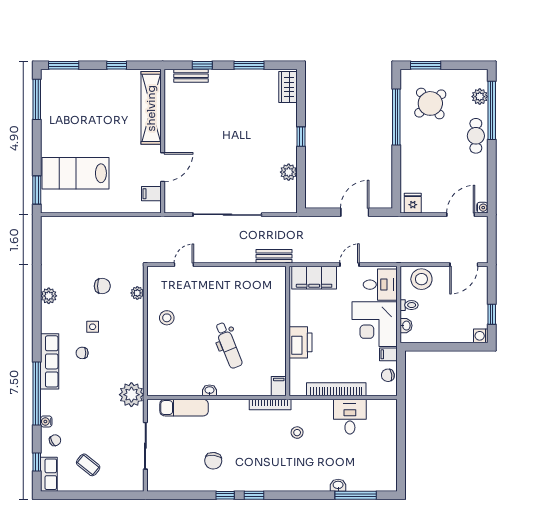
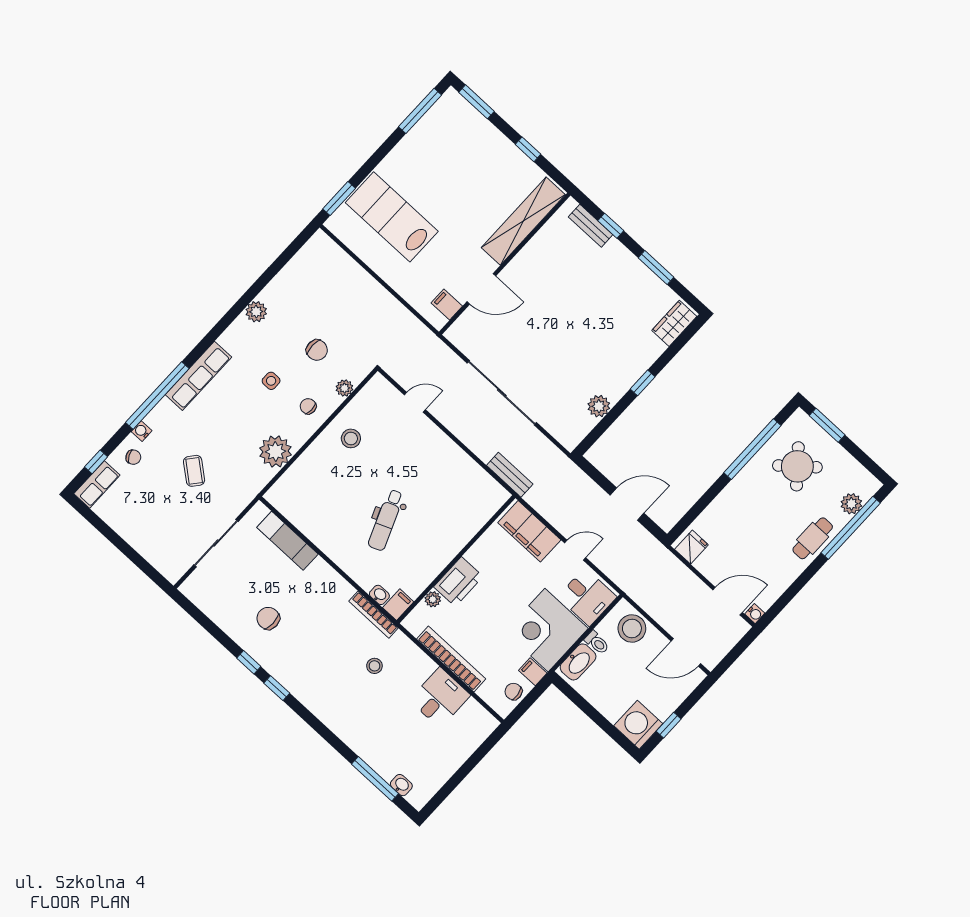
washbasin: (406, 326) -> (578, 662), width x1.91, depth x1.45
washing machine: (481, 336) -> (638, 725), width x1.89, depth x1.89
chair: (82, 353) -> (308, 406), moved
plant: (295, 365) -> (433, 599), added
washbasin: (210, 390) -> (379, 595), moved
plant: (131, 395) -> (275, 451), moved
chair: (213, 461) -> (268, 618), turned 84
coffee table: (88, 465) -> (194, 471), moved
washbasin: (338, 485) -> (401, 785), moved

